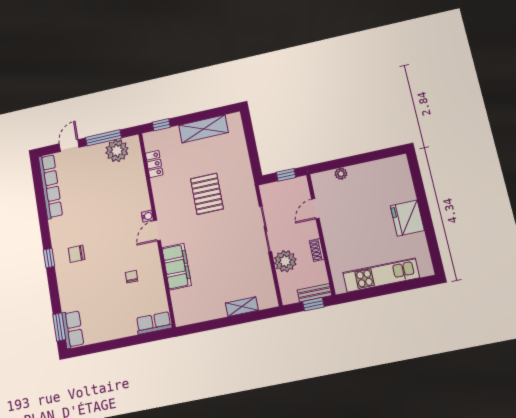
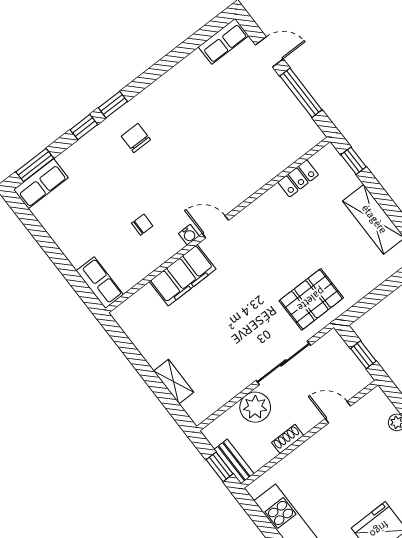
plant: (117, 151) -> (293, 120), removed
row of seats: (50, 186) -> (224, 41), width x0.50
pallet: (207, 194) -> (311, 299), moved
water cooler: (147, 216) -> (189, 235), moved
window: (53, 283) -> (84, 127), added

